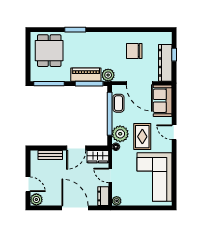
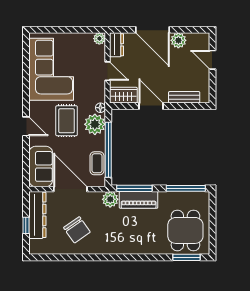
window: (75, 30) -> (187, 257), moved
chair: (134, 51) -> (77, 230), turned 55
door: (76, 148) -> (151, 106), hinge flipped
plant: (36, 200) -> (178, 40), moved

